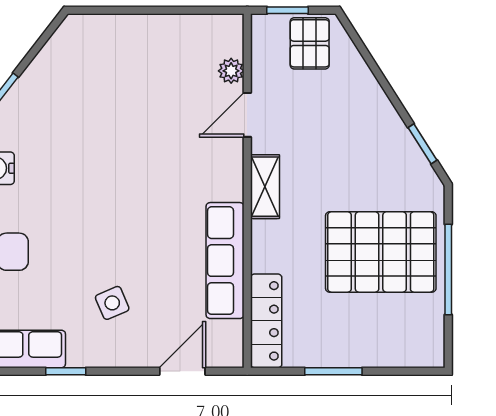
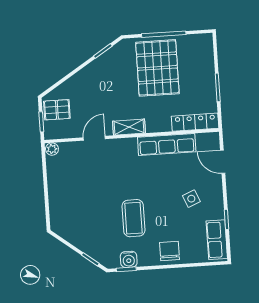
plant: (231, 71) -> (52, 149), moved
door: (247, 115) -> (94, 138), swing flipped
coffee table: (81, 183) -> (133, 218), added

